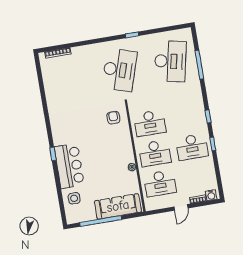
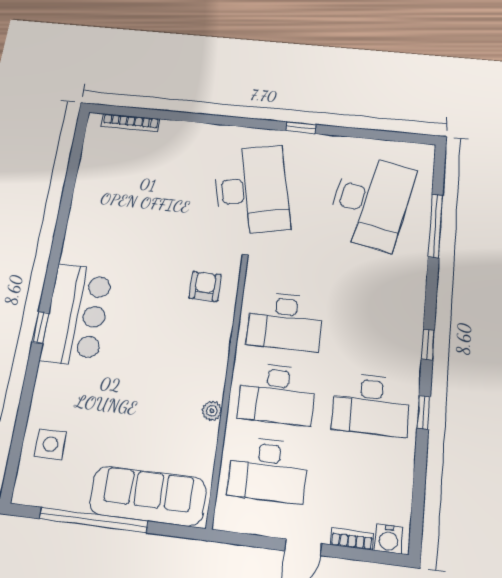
desk: (119, 70) -> (251, 190), turned -30
bar counter: (69, 166) -> (77, 315), moved

